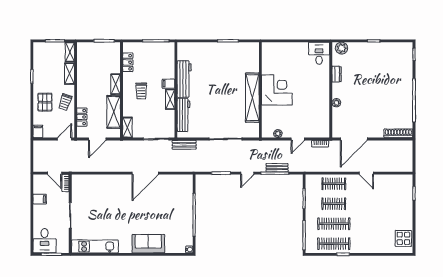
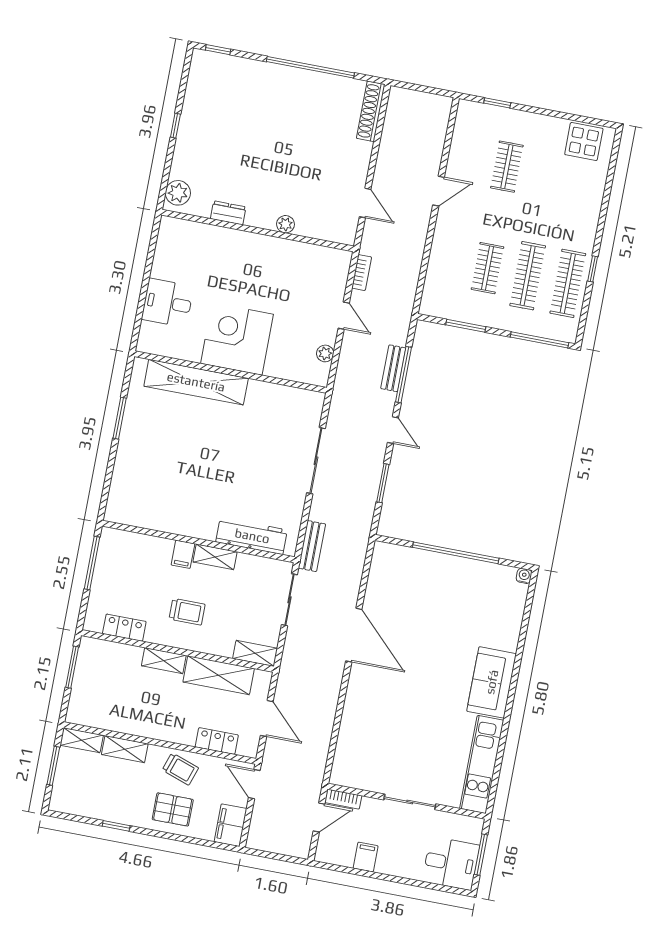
desk: (319, 53) -> (168, 303), moved
workbench: (184, 79) -> (180, 521), removed
shelving: (252, 98) -> (196, 382), moved
filing cabinet: (38, 131) -> (231, 825), width x2.00
door: (354, 139) -> (365, 203), width x0.53
clothes rail: (334, 184) -> (507, 167), moved
sofa: (148, 244) -> (492, 682), moved

